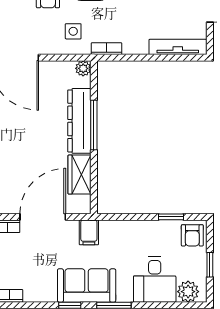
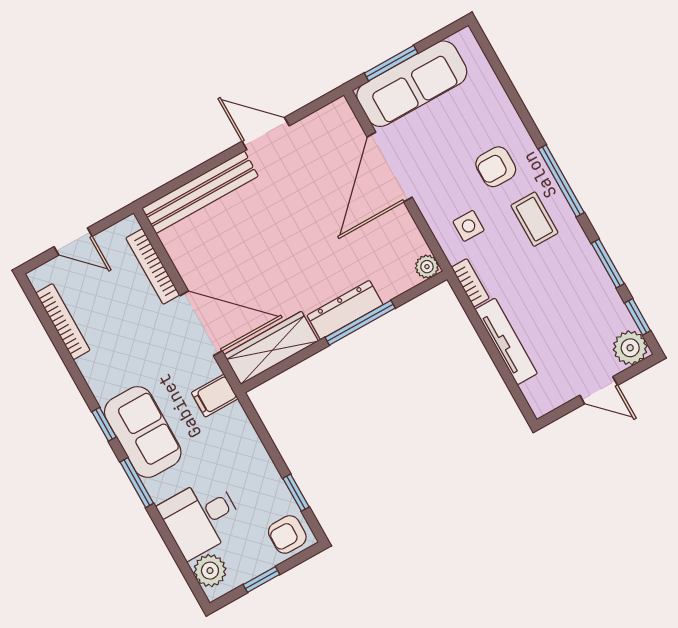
tv unit: (178, 47) -> (506, 341), moved
dresser: (79, 121) -> (345, 310), width x0.73, depth x0.80
wardrobe: (80, 175) -> (271, 348), width x1.50

